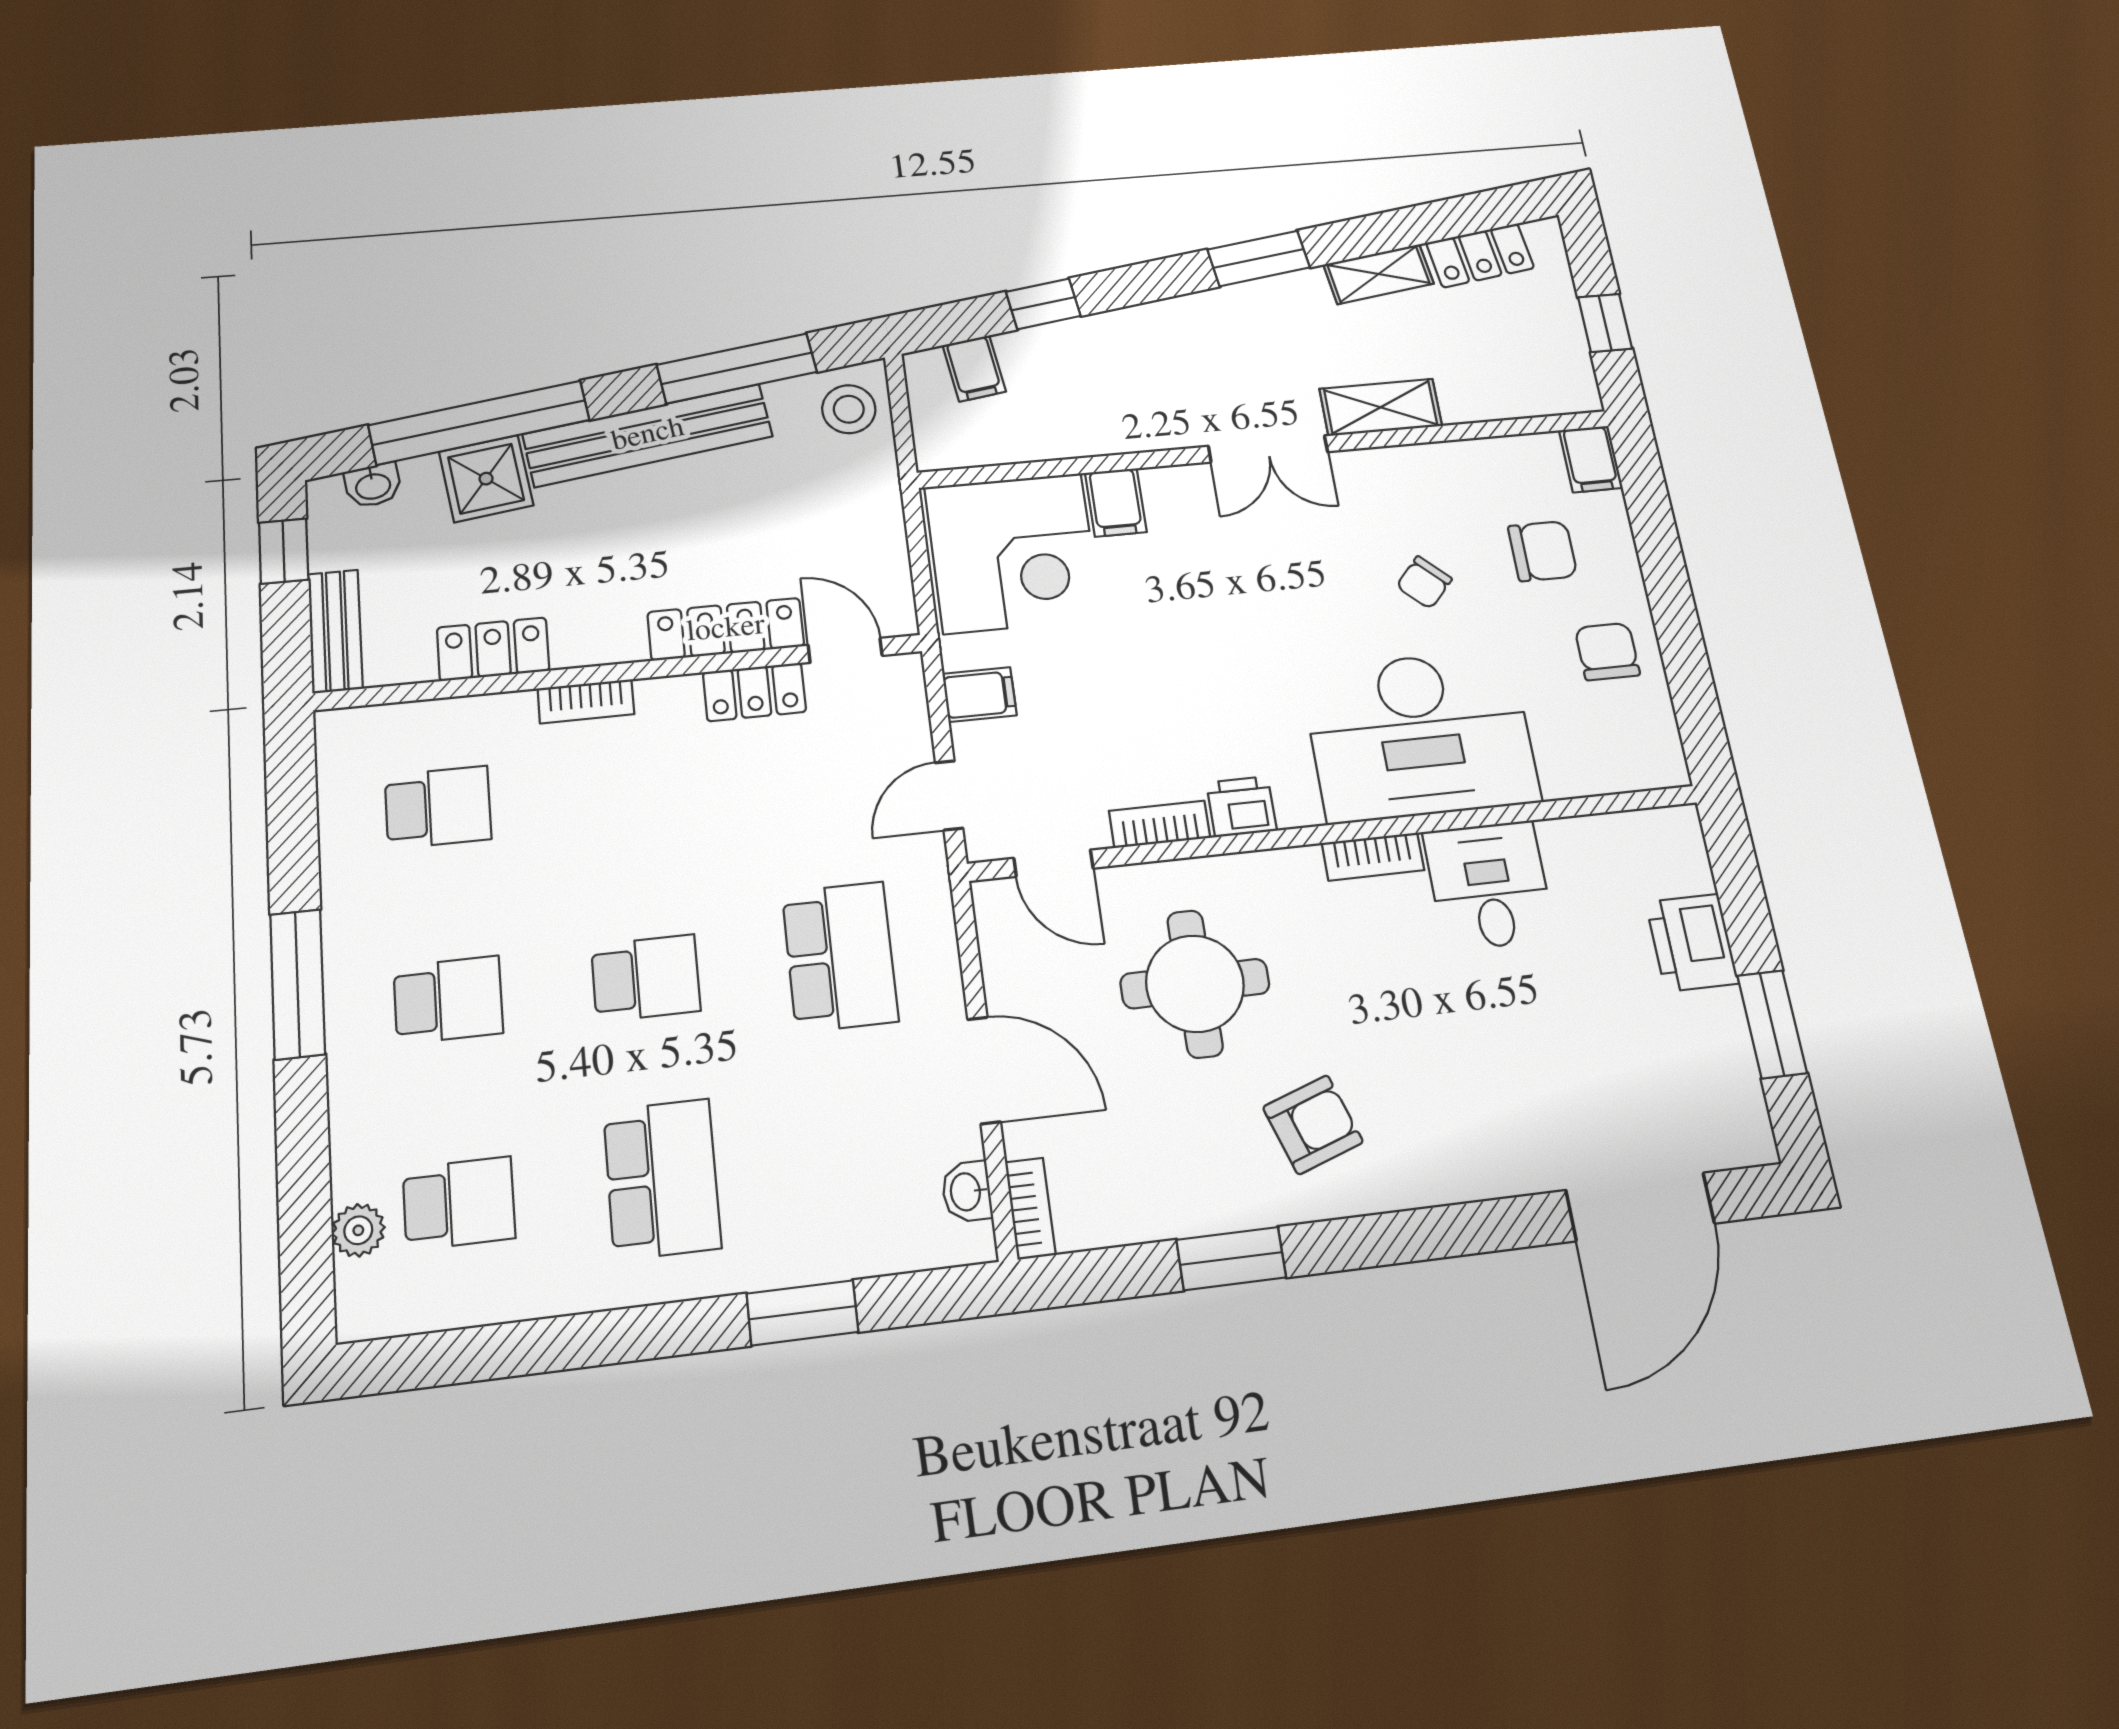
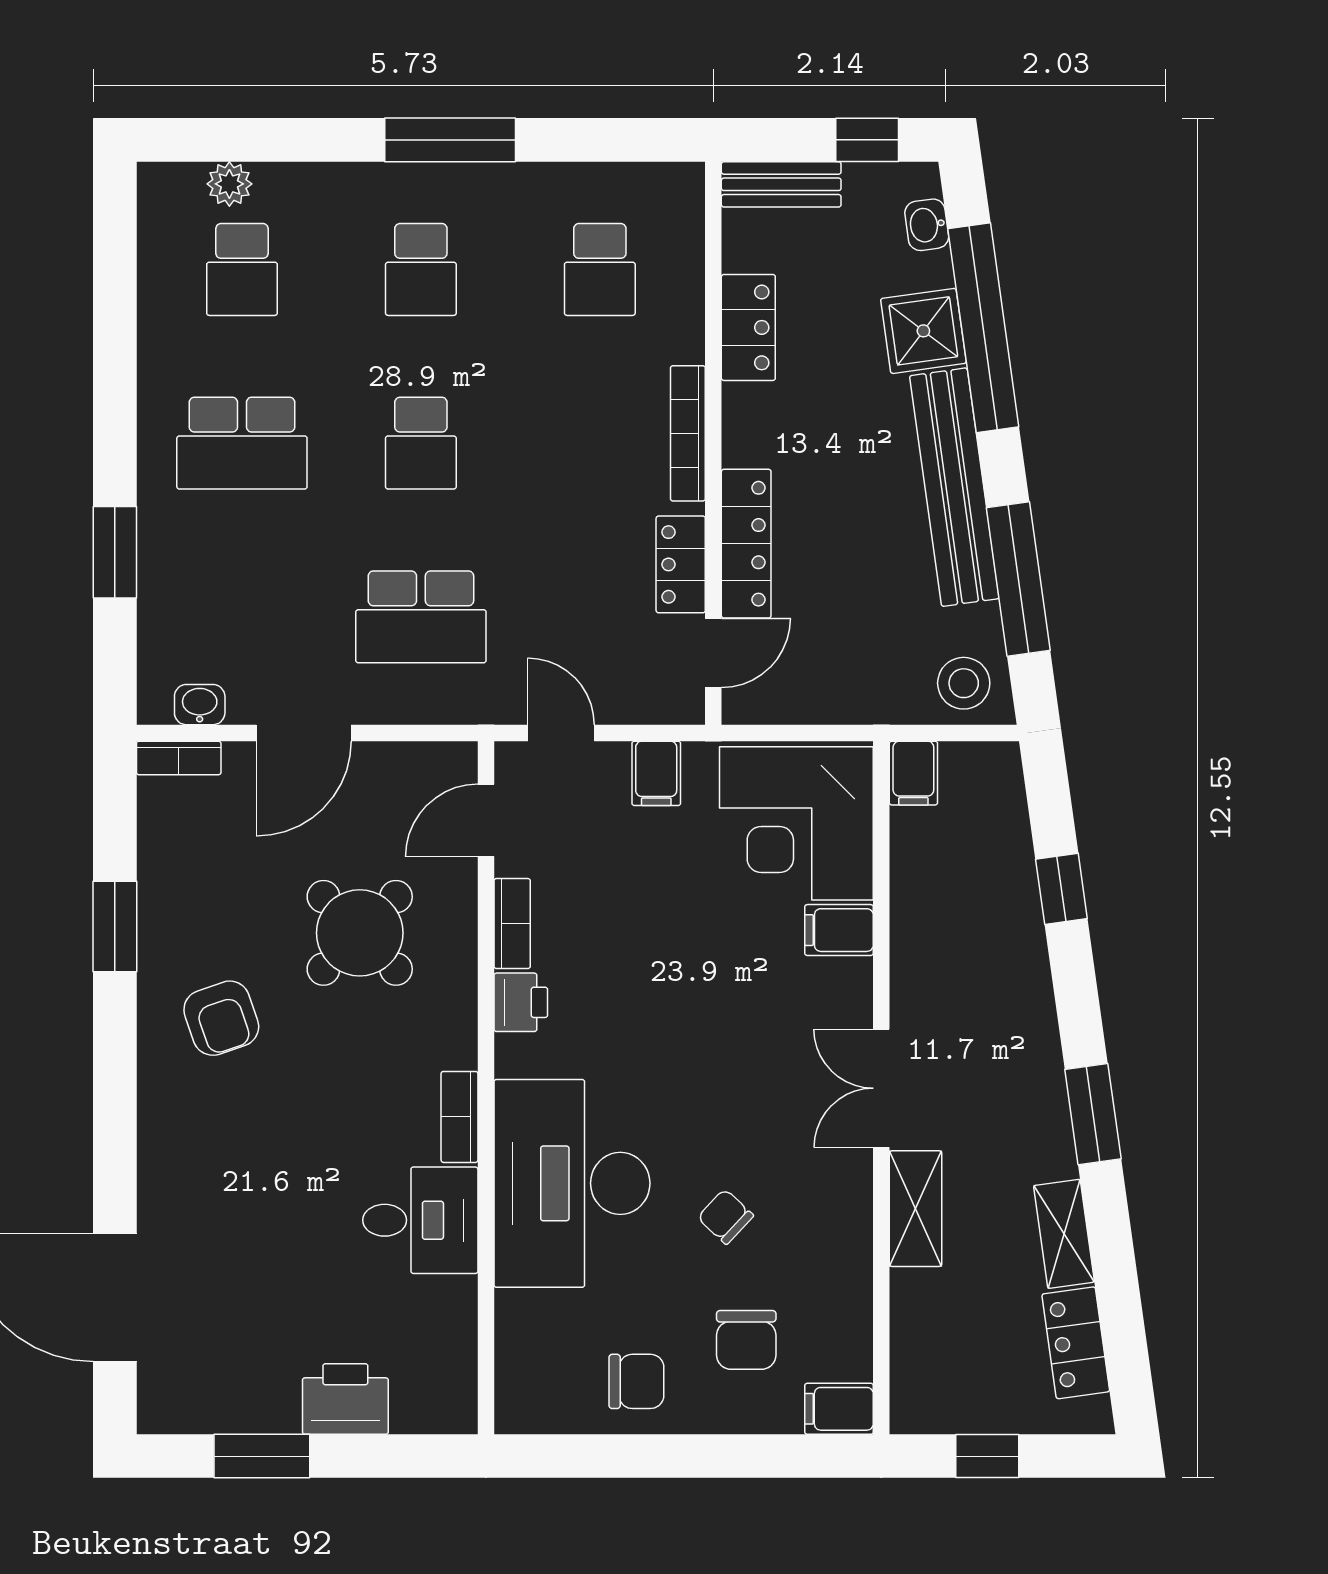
filing cabinet: (974, 368) -> (913, 773), moved, turned -82
bookcase: (586, 701) -> (688, 433), width x1.56
round table: (1195, 984) -> (360, 933), turned 45

